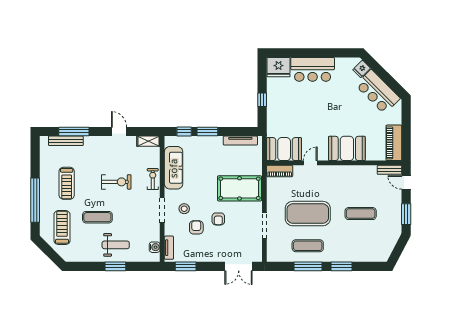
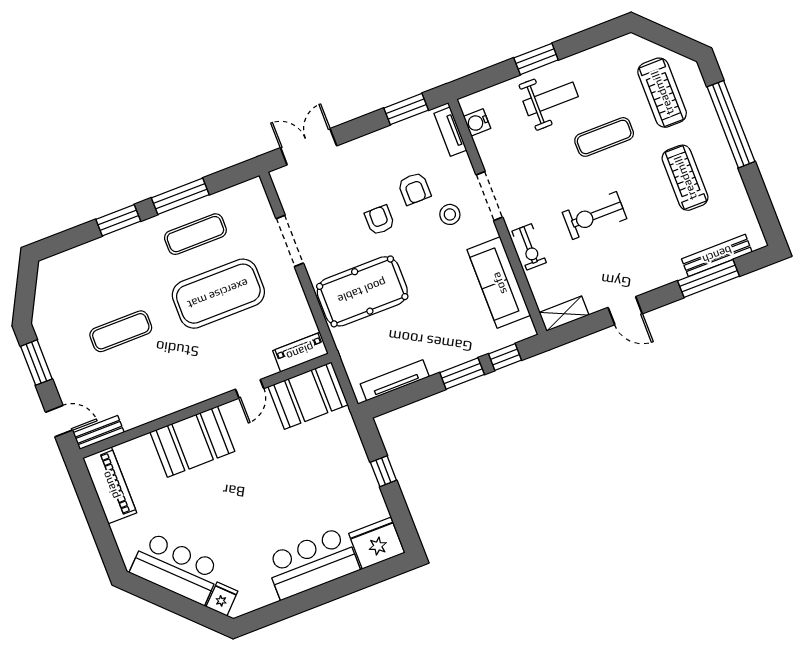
weight bench: (116, 245) -> (551, 99), turned 180

